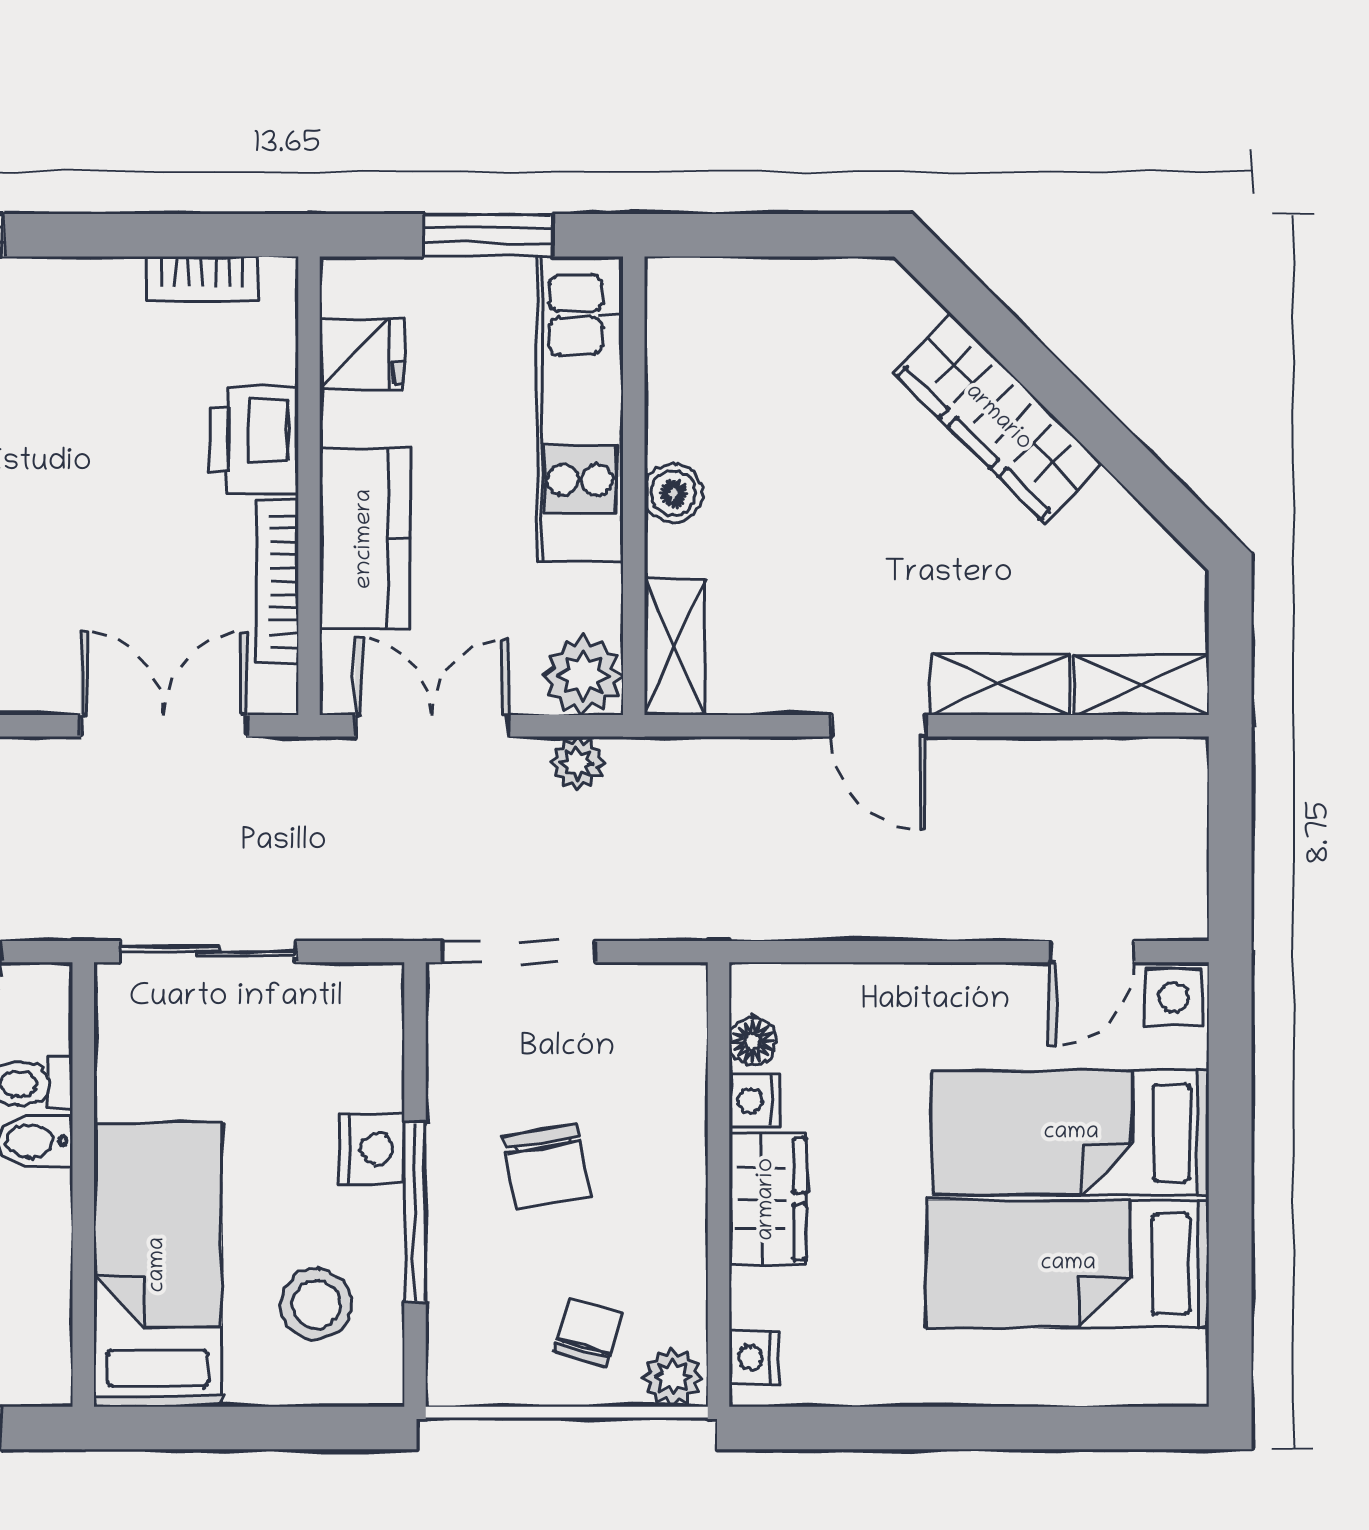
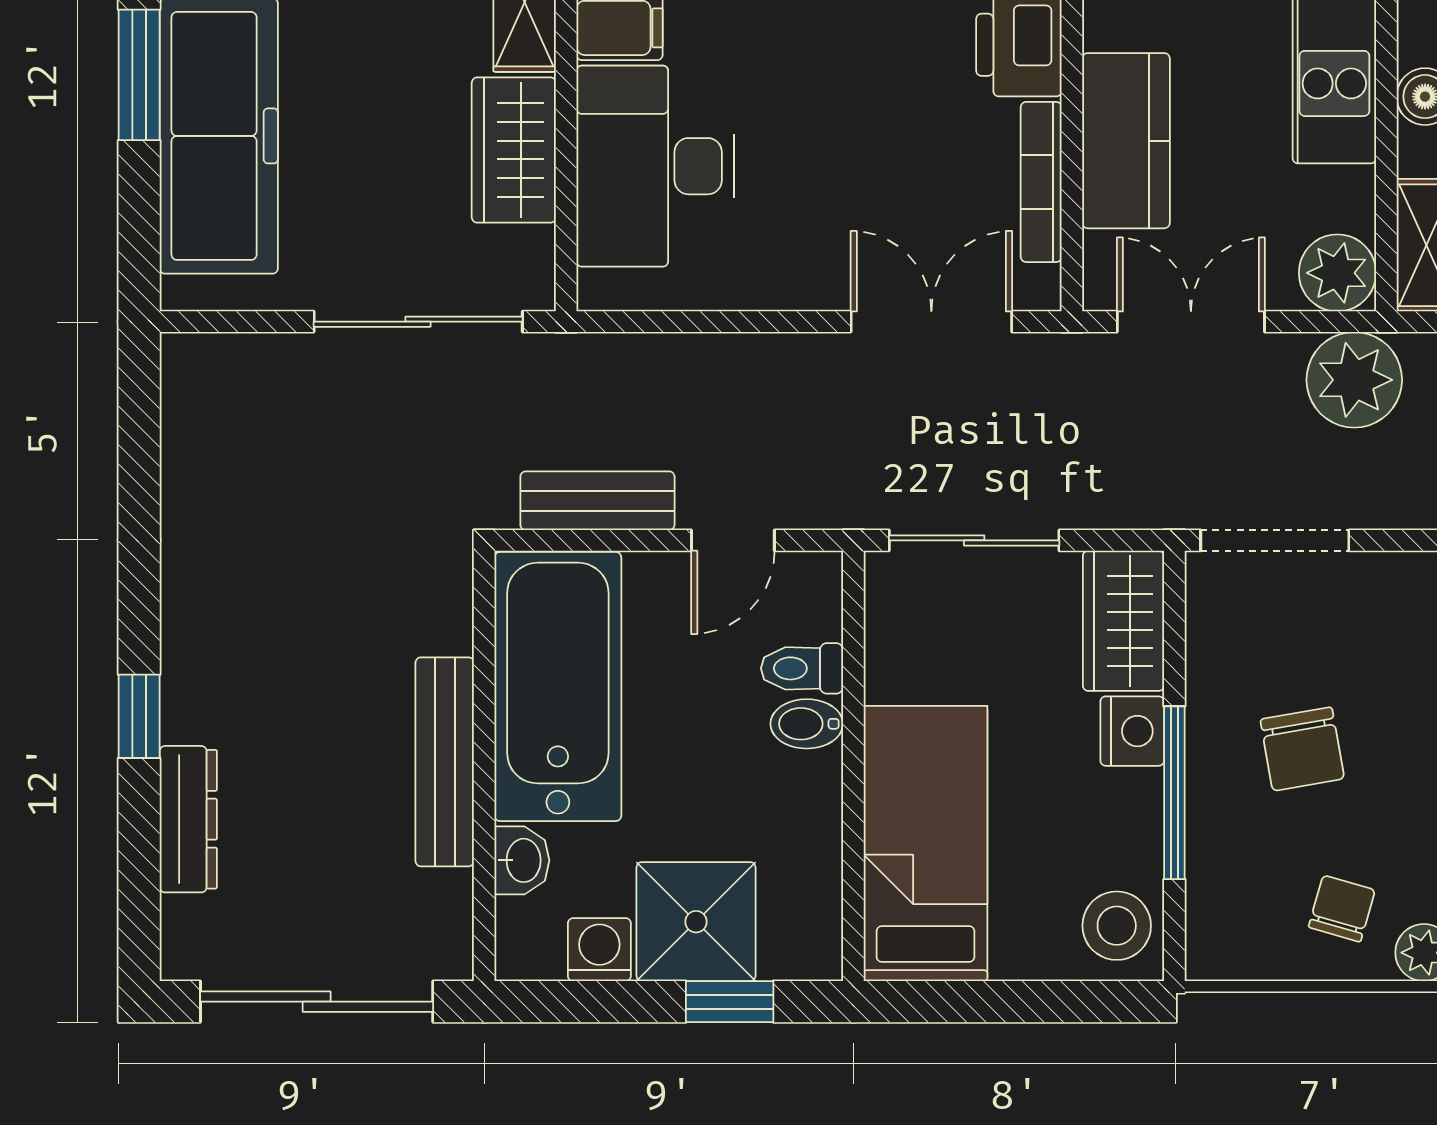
plant: (578, 763) -> (1354, 380), width x1.87, depth x1.87
wardrobe: (362, 1035) -> (1124, 621), added
stool: (316, 1304) -> (1117, 926), moved

